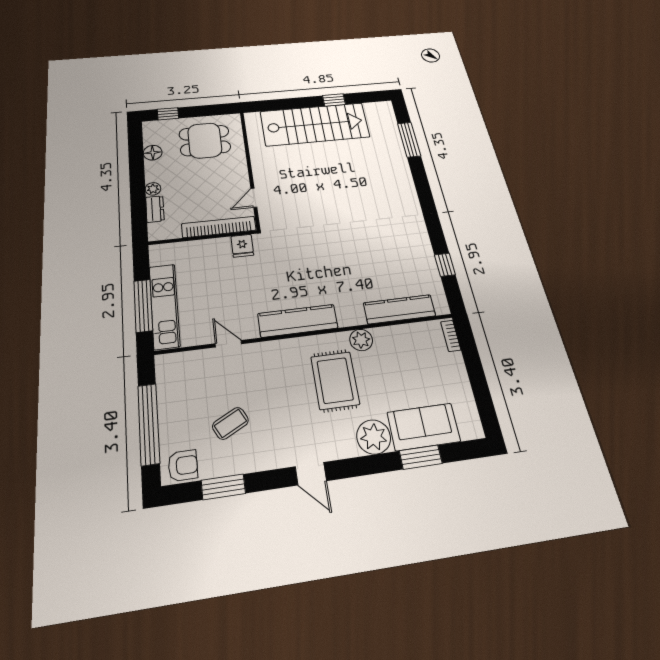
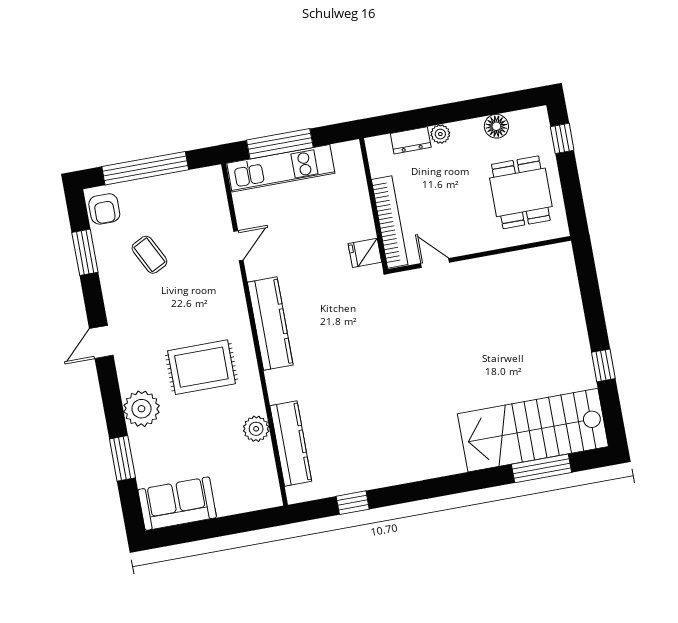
stairs: (315, 124) -> (533, 430), moved, turned 90
bookcase: (451, 336) -> (261, 502), removed
plant: (361, 340) -> (256, 429), moved
sofa: (424, 427) -> (177, 504), moved, turned -90

